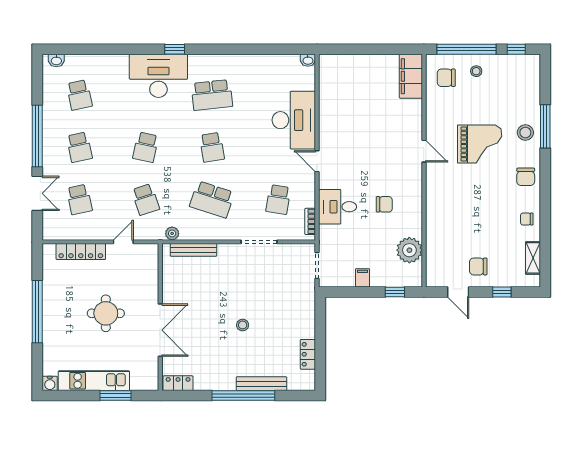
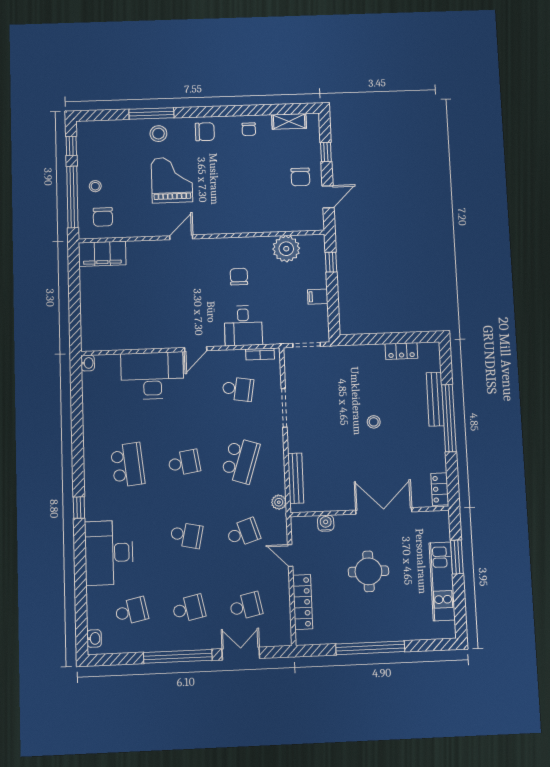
desk: (158, 76) -> (109, 553), moved
water cooler: (50, 383) -> (326, 523), moved, turned -90

